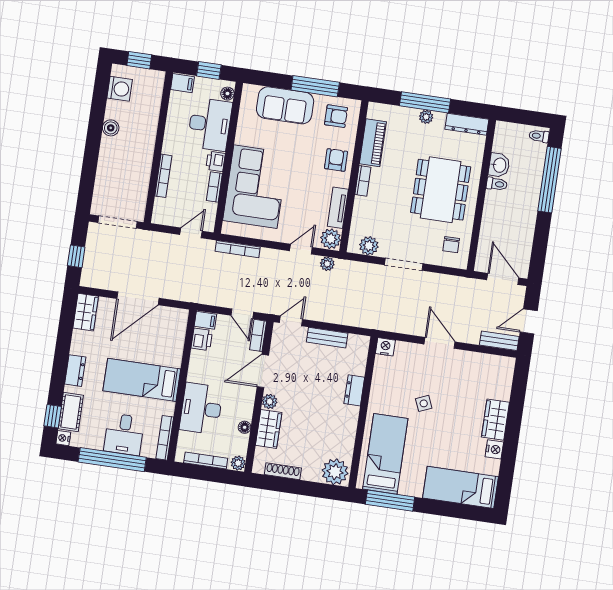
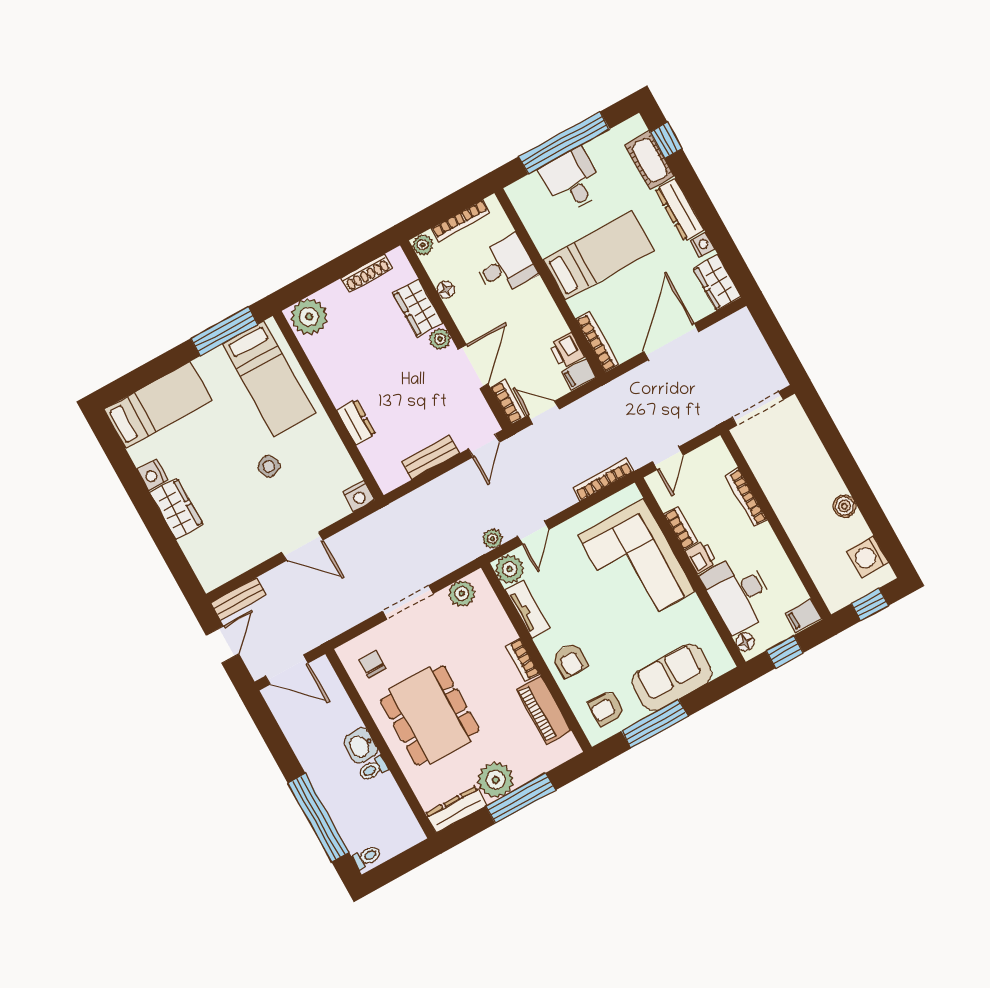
plant: (426, 117) -> (496, 780), width x1.88, depth x1.88
washbasin: (499, 165) -> (361, 746), moved
window: (76, 256) -> (774, 336), removed
dresser: (75, 371) -> (680, 210), width x1.44
desk: (201, 409) -> (505, 266), width x0.73
nightstand: (63, 438) -> (702, 245), moved
bookcase: (165, 438) -> (597, 342), moved

